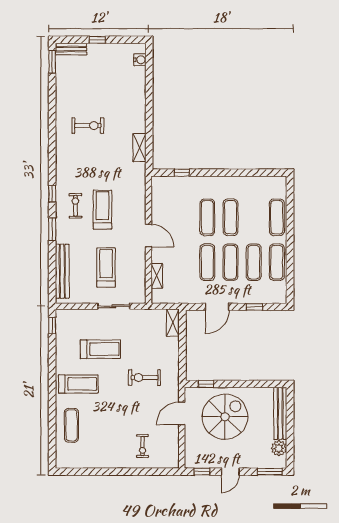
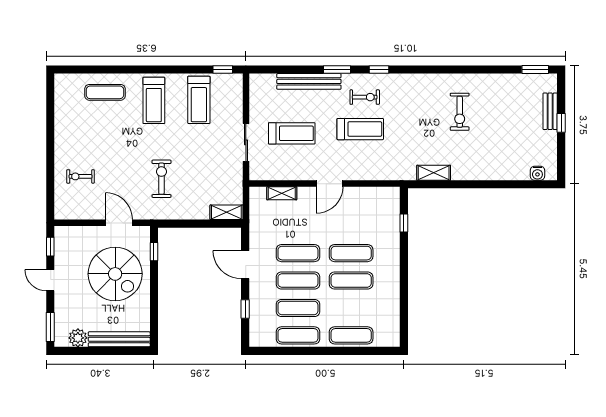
bench: (71, 49) -> (550, 111), moved
bench: (62, 271) -> (309, 81), moved
treadmill: (100, 349) -> (199, 100), moved

